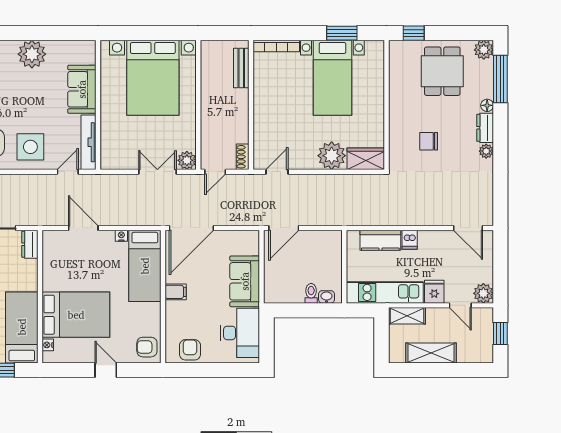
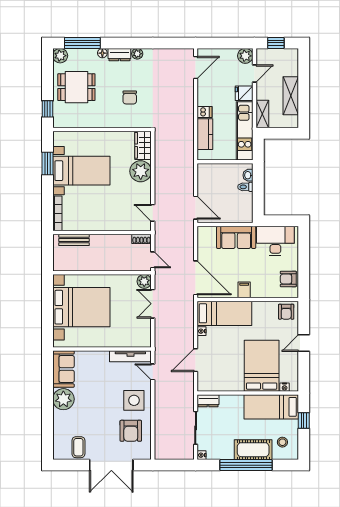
sofa: (82, 89) -> (63, 369), moved, turned -90

